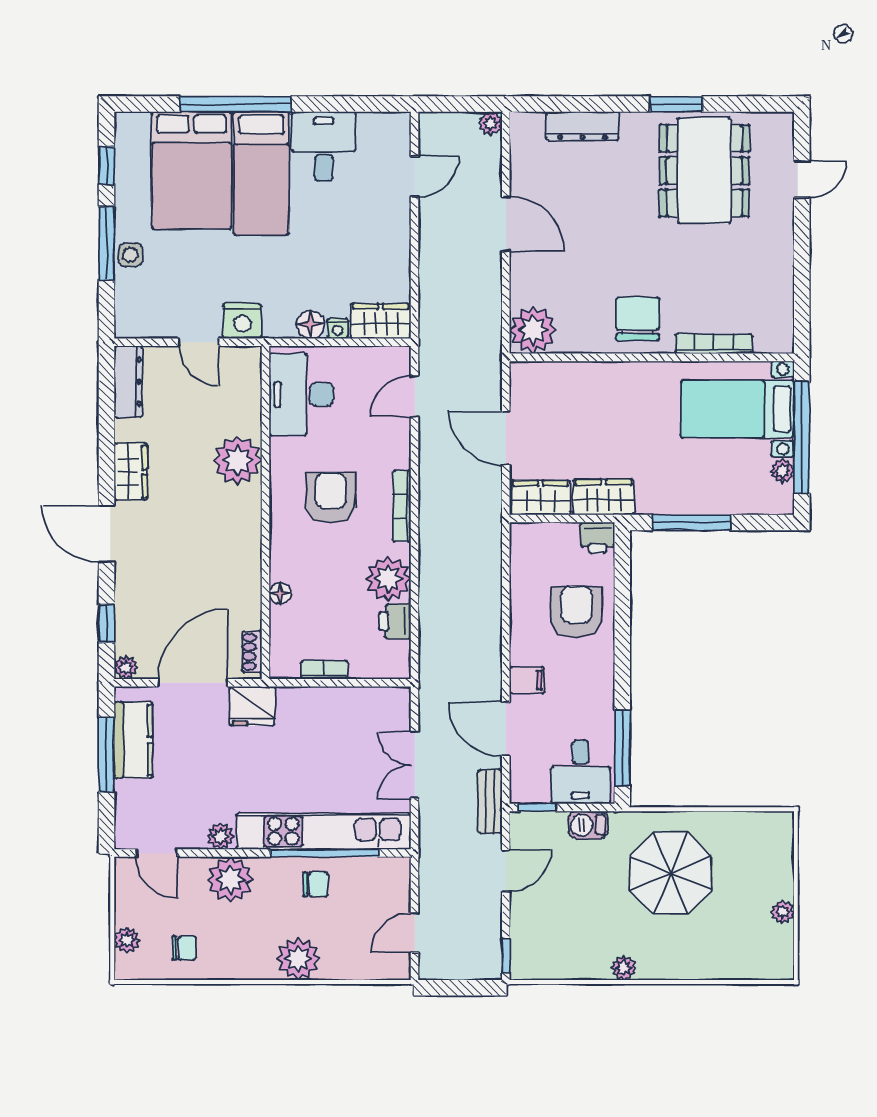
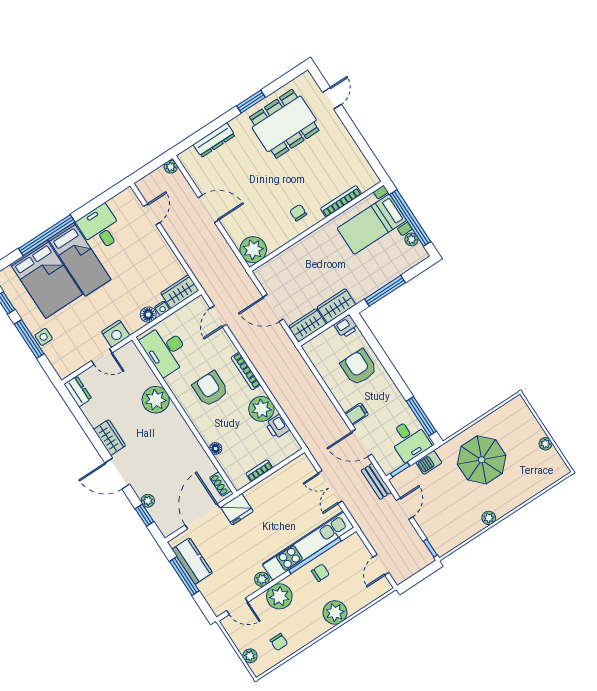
dining table: (704, 171) -> (284, 124), turned 90
chair: (638, 319) -> (298, 213), width x0.54, depth x0.54
dresser: (128, 382) -> (78, 391), width x0.70
plant: (126, 667) -> (148, 501), moved
chair: (184, 948) -> (279, 642), turned 90

